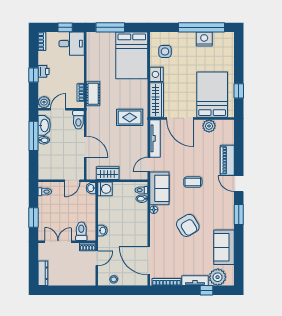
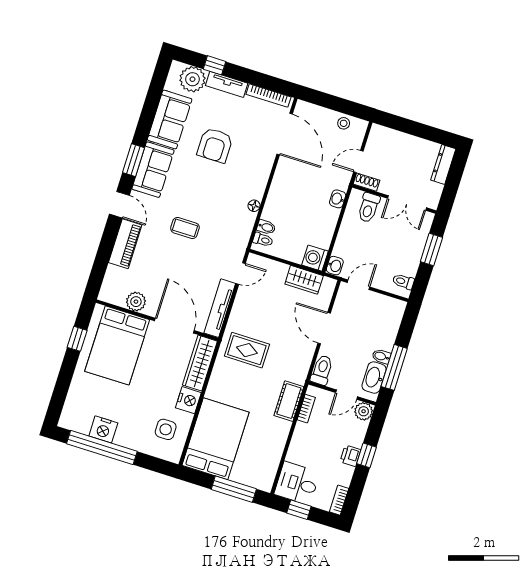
sofa: (159, 188) -> (153, 170), moved, turned 180
armchair: (188, 225) -> (215, 145), moved, turned -149

